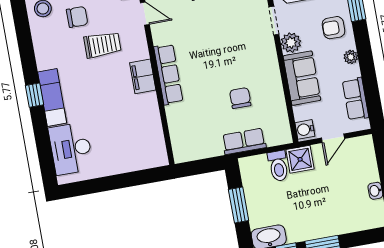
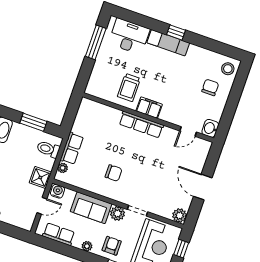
chair: (77, 17) -> (210, 87), turned 180
trolley: (102, 45) -> (129, 88), moved
chair: (240, 98) -> (114, 173), moved
door: (333, 138) -> (42, 206), swing flipped
plant: (274, 139) -> (63, 168), added
toilet: (278, 166) -> (48, 149), moved
window: (101, 185) -> (96, 42), added

